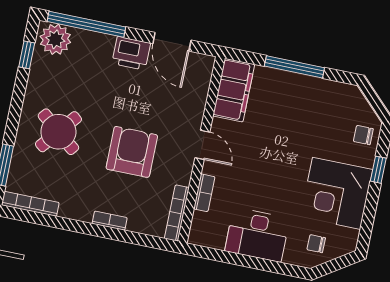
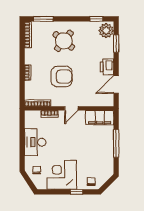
window: (86, 24) -> (116, 43), width x0.47

